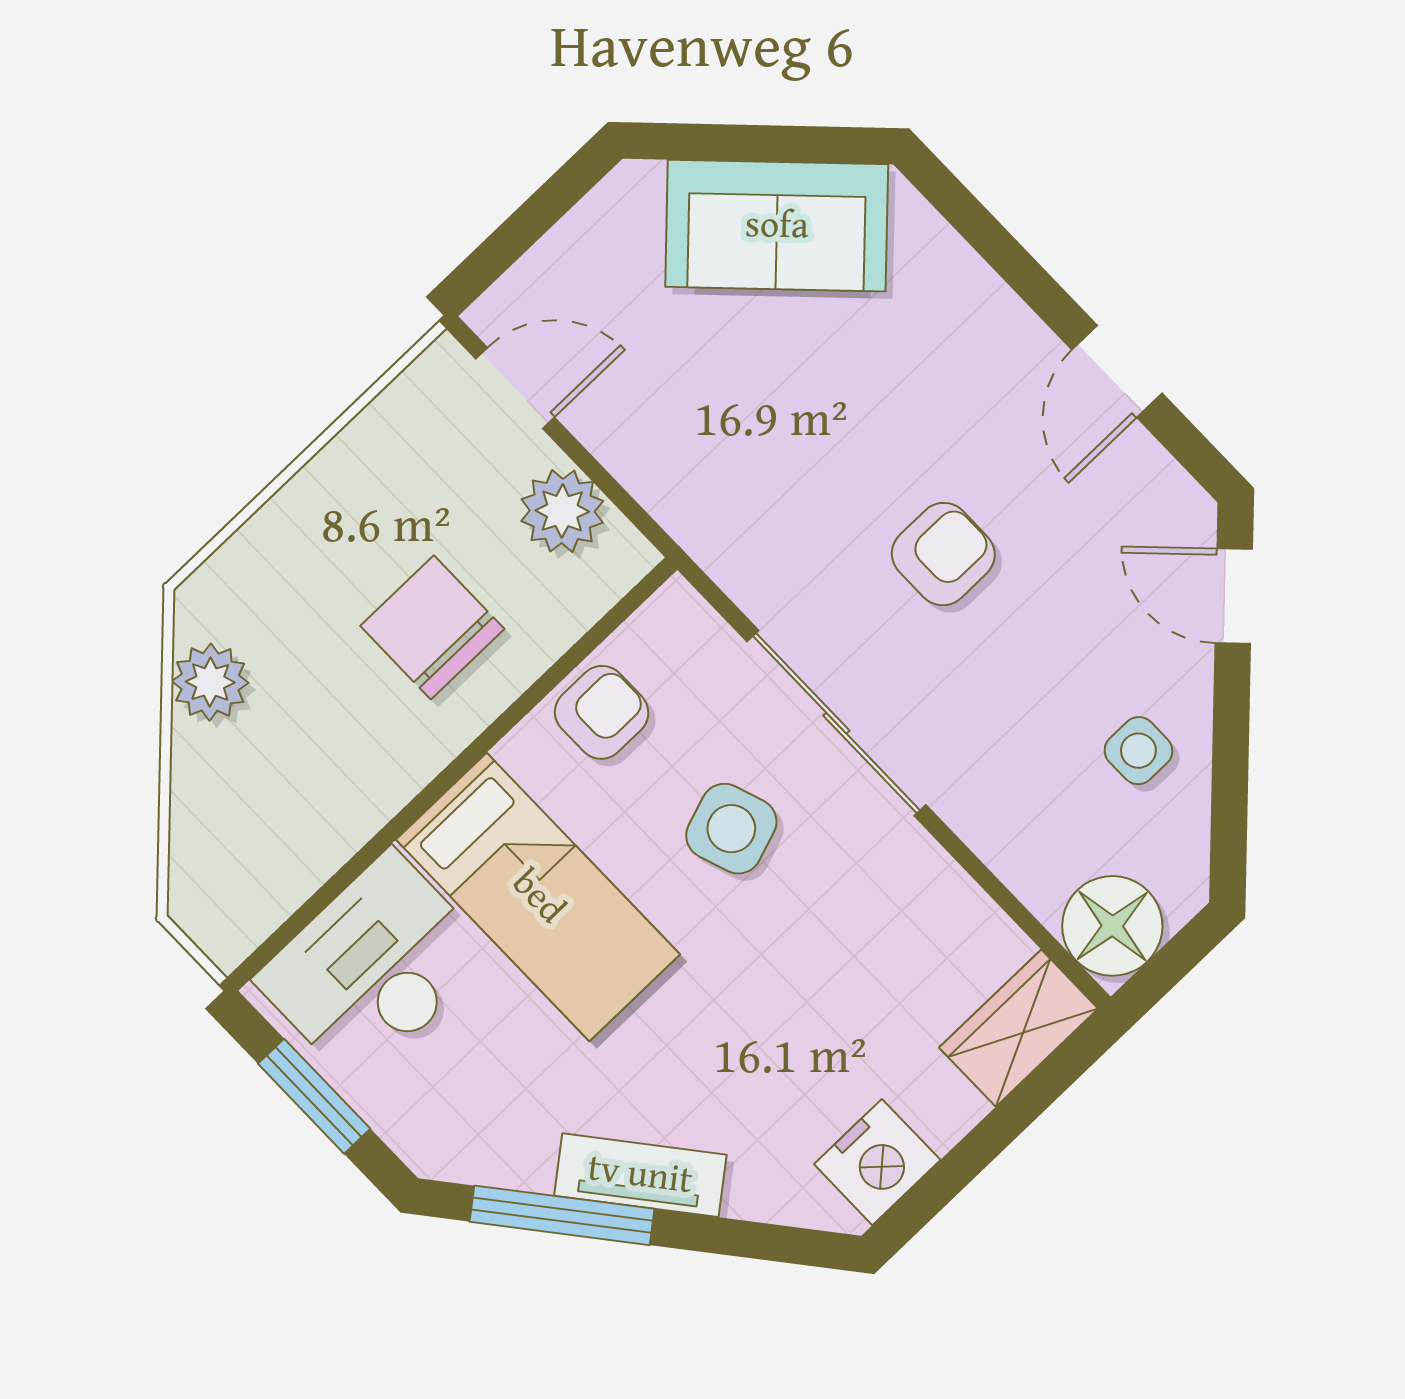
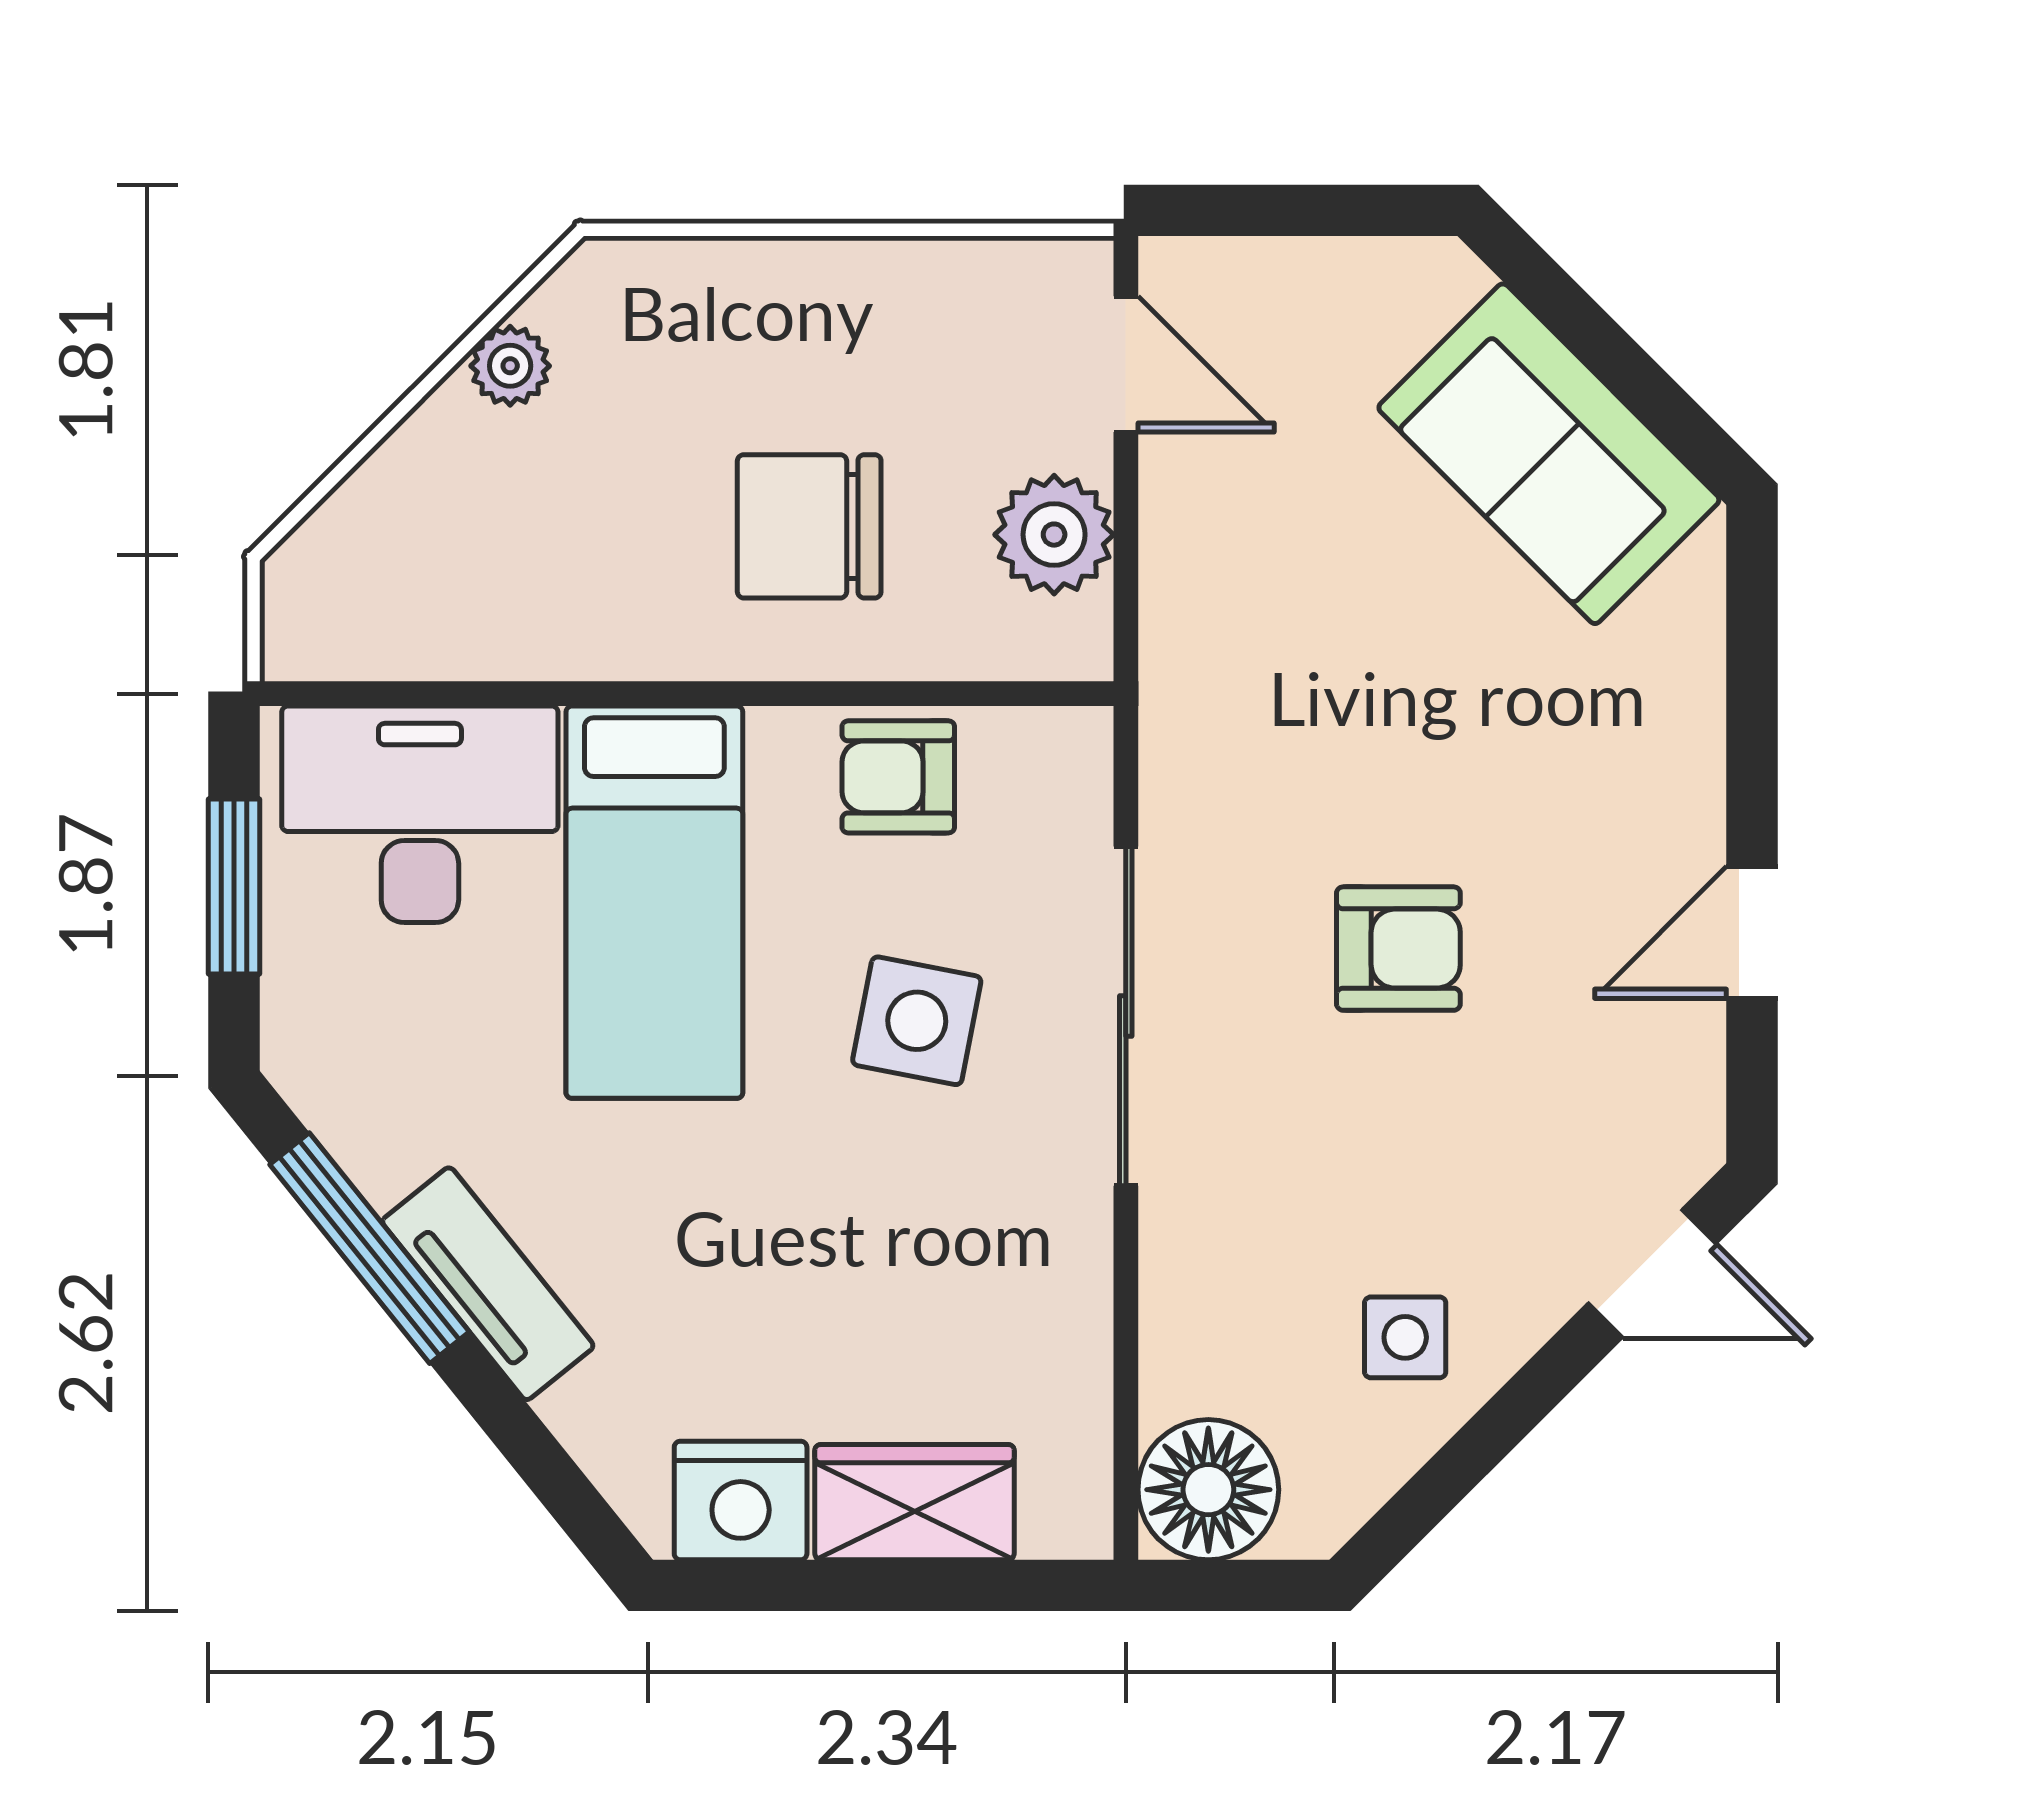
door: (1234, 596) -> (1652, 1273), swing flipped
chair: (432, 627) -> (809, 526), turned -90
plant: (210, 682) -> (510, 366), width x0.73, depth x0.73
armchair: (602, 712) -> (898, 777), turned 180
side table: (731, 829) -> (917, 1021), turned 30
wardrobe: (1019, 1028) -> (914, 1502), moved

